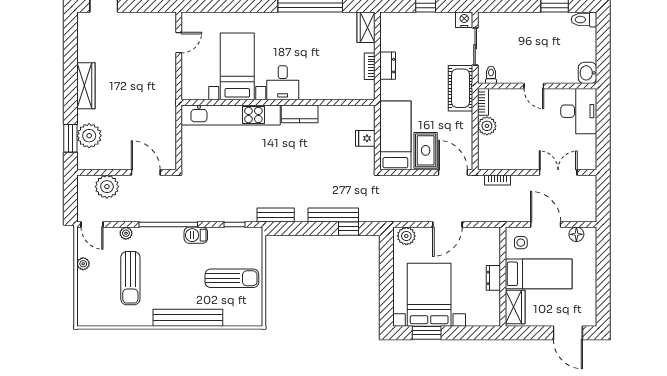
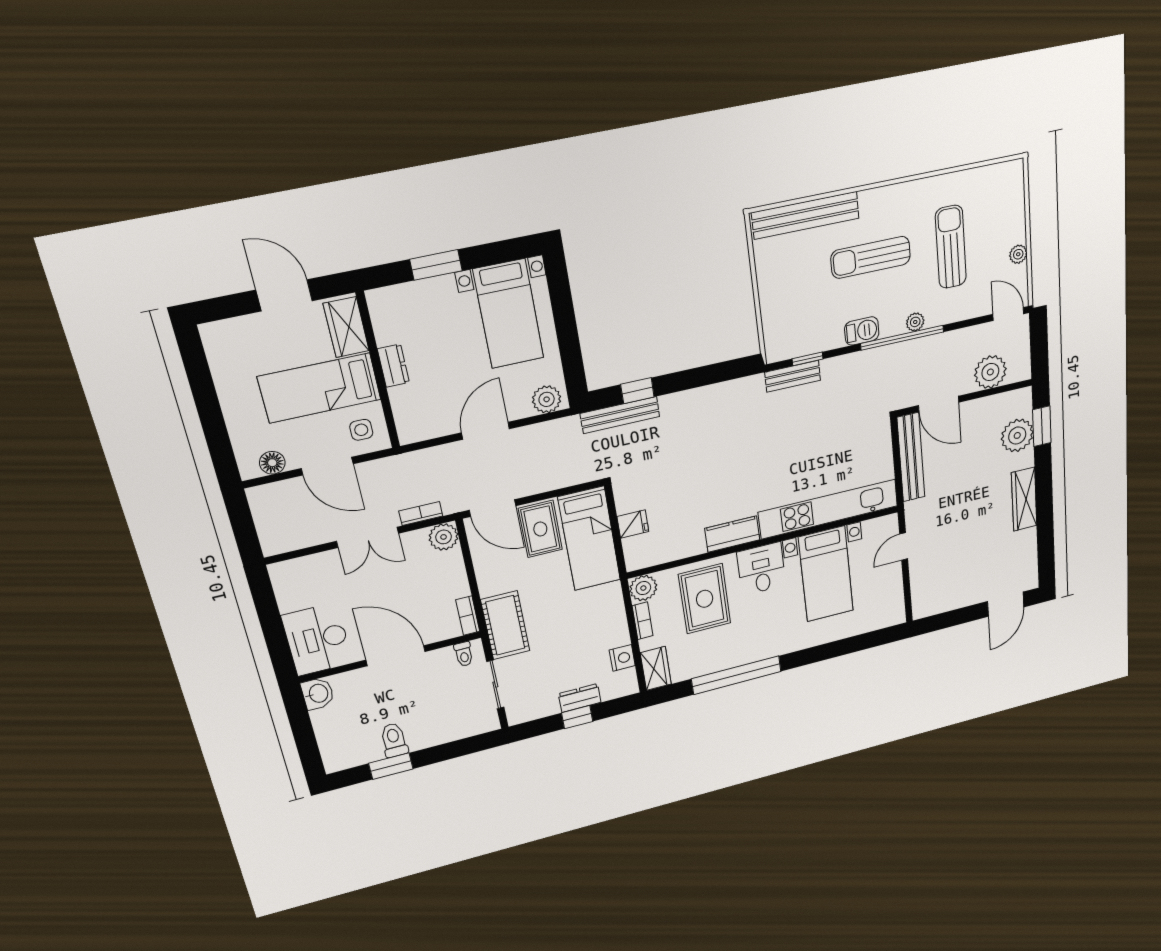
nightstand: (464, 20) -> (622, 658), moved, turned -90
toilet: (584, 20) -> (394, 740), moved, turned -90
door: (179, 43) -> (904, 547), moved
dresser: (388, 66) -> (580, 698), moved, turned 90
rug: (325, 71) -> (705, 599), added
door: (534, 86) -> (396, 656), width x1.88
plant: (365, 90) -> (643, 588), added
plant: (487, 126) -> (444, 537), moved
bench: (168, 138) -> (911, 457), added
double door: (558, 172) -> (368, 537), moved
bench: (276, 215) -> (793, 376), moved
bench: (333, 215) -> (620, 415), moved
plant: (126, 233) -> (915, 322), moved
sun lounger: (232, 278) -> (871, 257), moved
bed with nightstands: (429, 295) -> (508, 314), width x0.73
bench: (188, 318) -> (805, 215), moved
window: (427, 333) -> (436, 265), moved
door: (568, 333) -> (284, 295), moved

